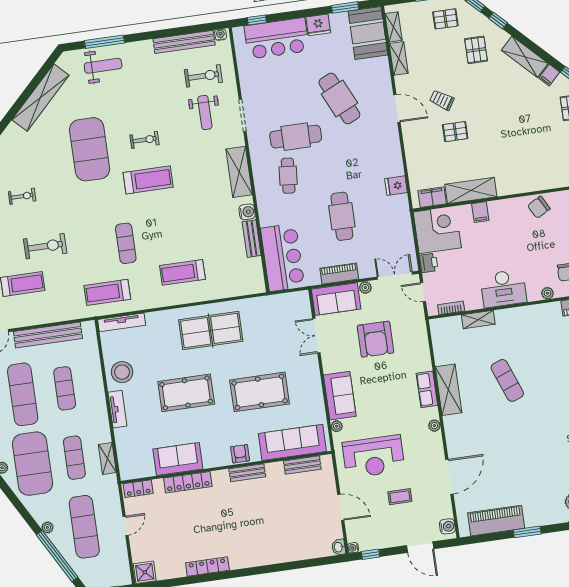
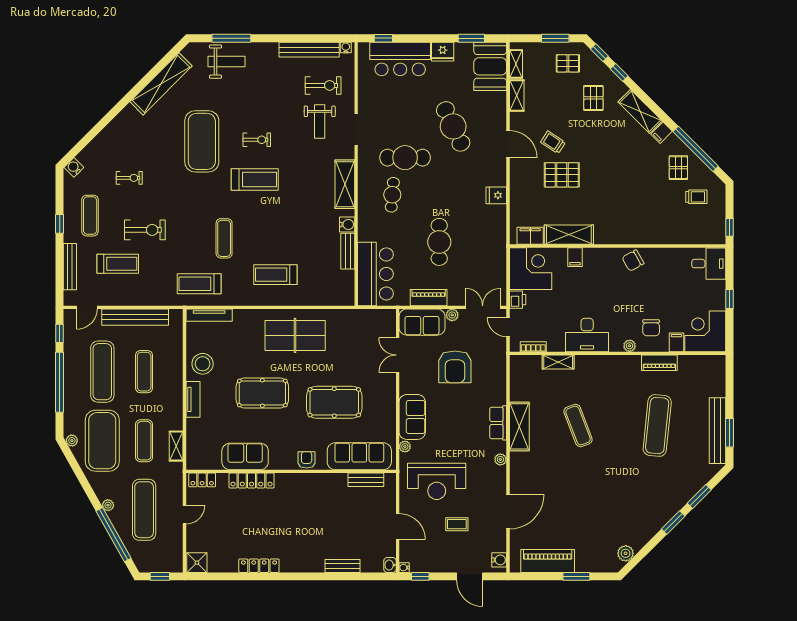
pallet: (455, 132) -> (562, 175), width x1.50, depth x1.42
fridge: (396, 186) -> (496, 195), moved
bench: (247, 473) -> (343, 566), moved

